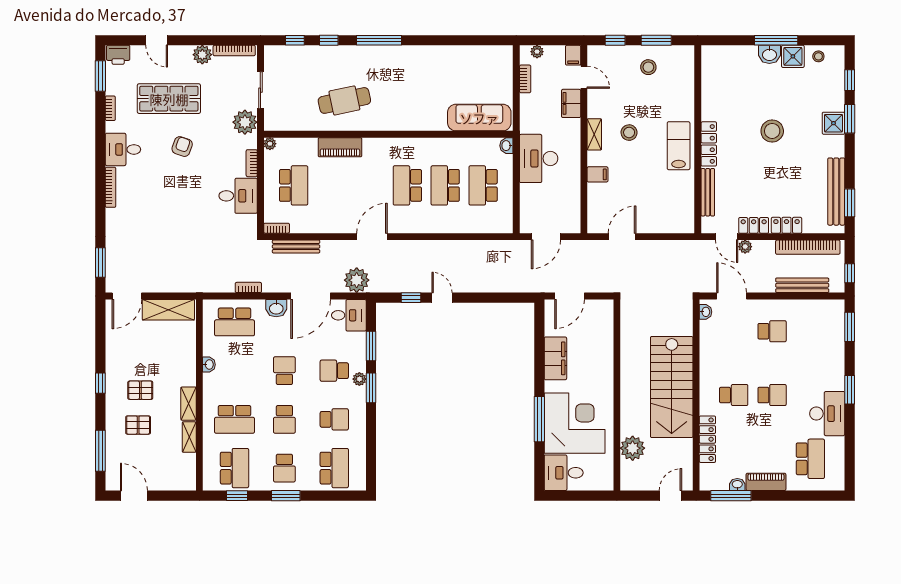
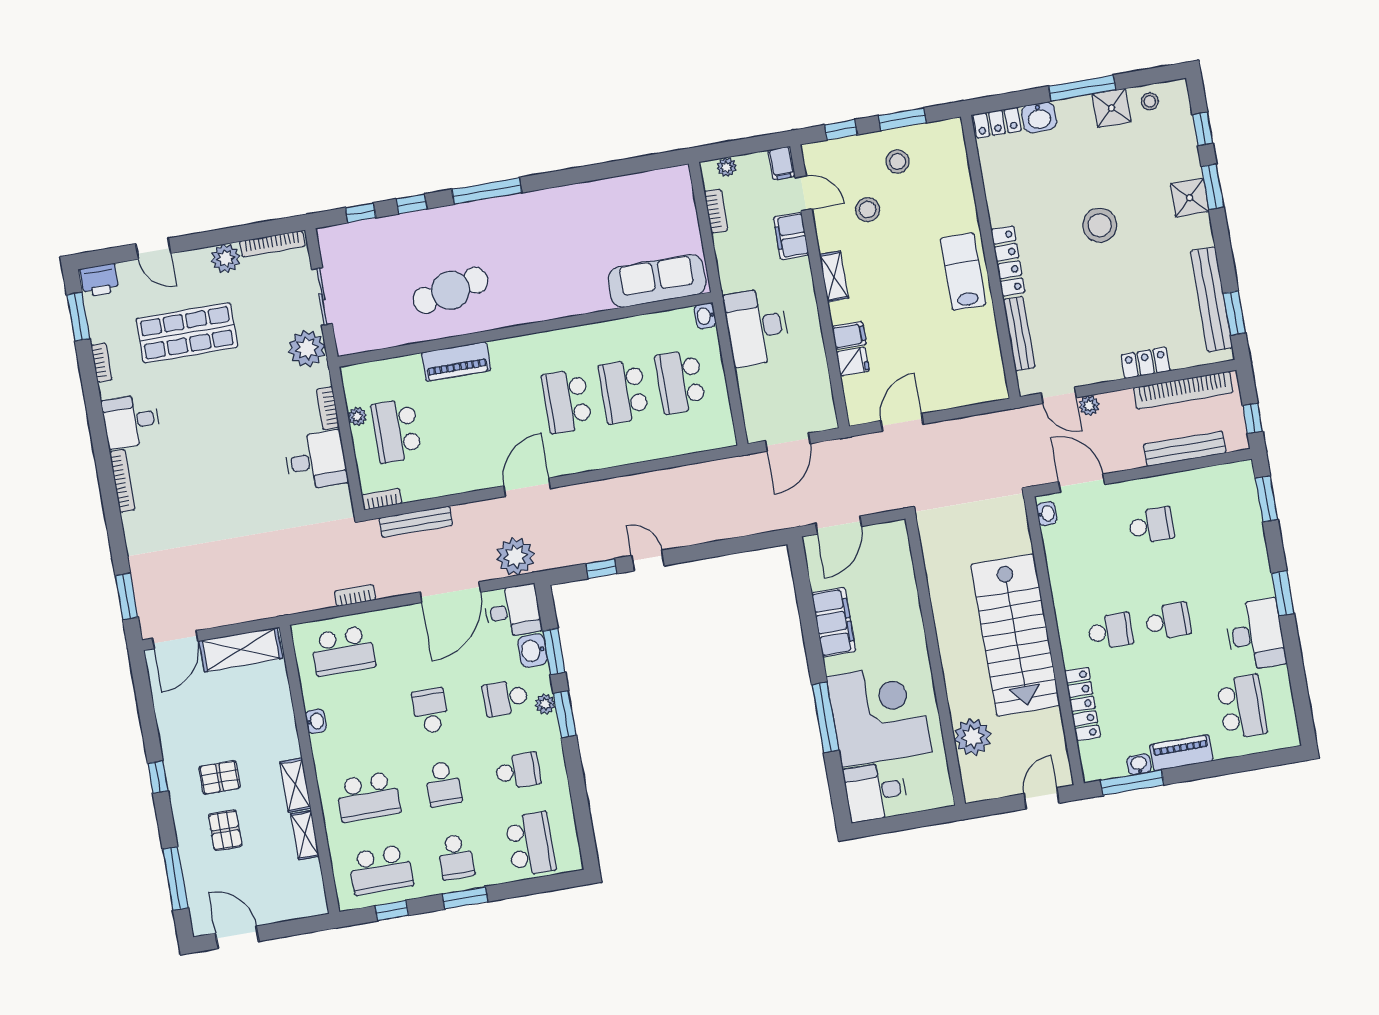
washbasin: (769, 54) -> (1039, 117), moved
stool: (629, 133) -> (868, 210), moved
plant: (270, 144) -> (357, 416), moved
armchair: (182, 147) -> (219, 401), removed
school desk: (294, 185) -> (396, 431), turned 180
fridge: (597, 192) -> (853, 362), added
locker: (754, 225) -> (997, 123), moved, turned 180
washbasin: (276, 308) -> (533, 651), moved, turned 90
pallet: (138, 425) -> (225, 830), turned 90
school desk: (235, 468) -> (381, 870), turned 90

